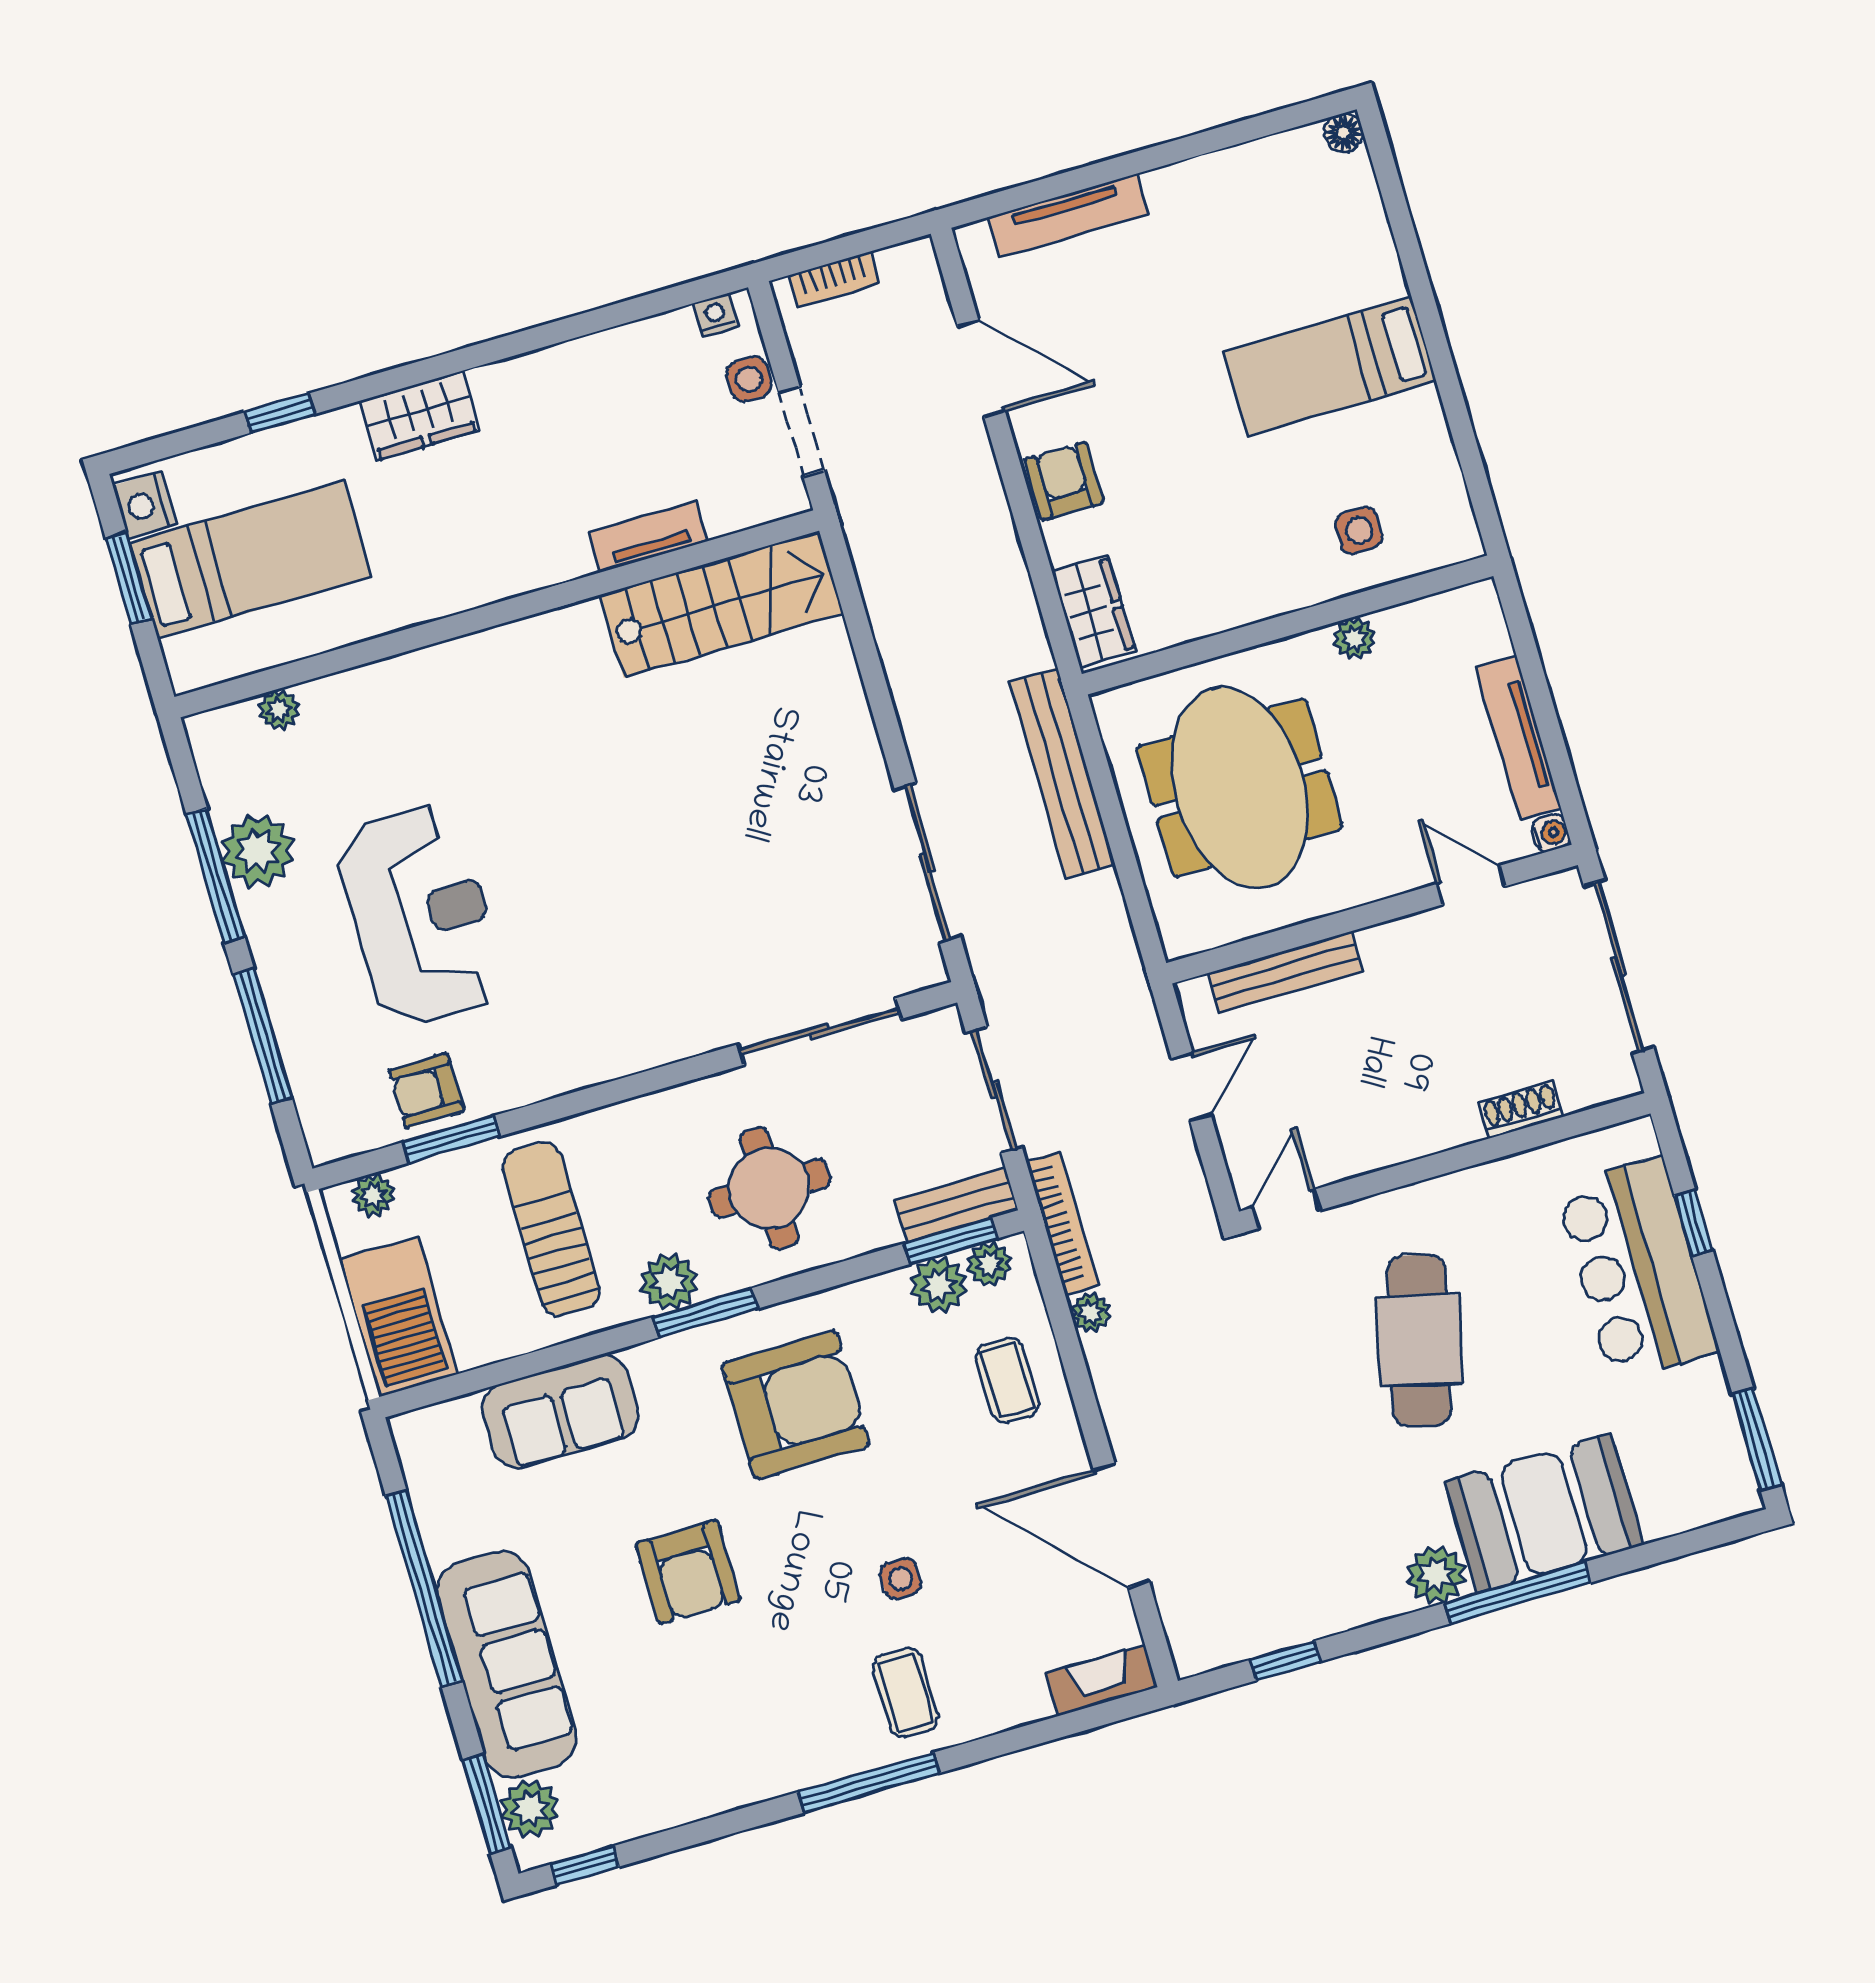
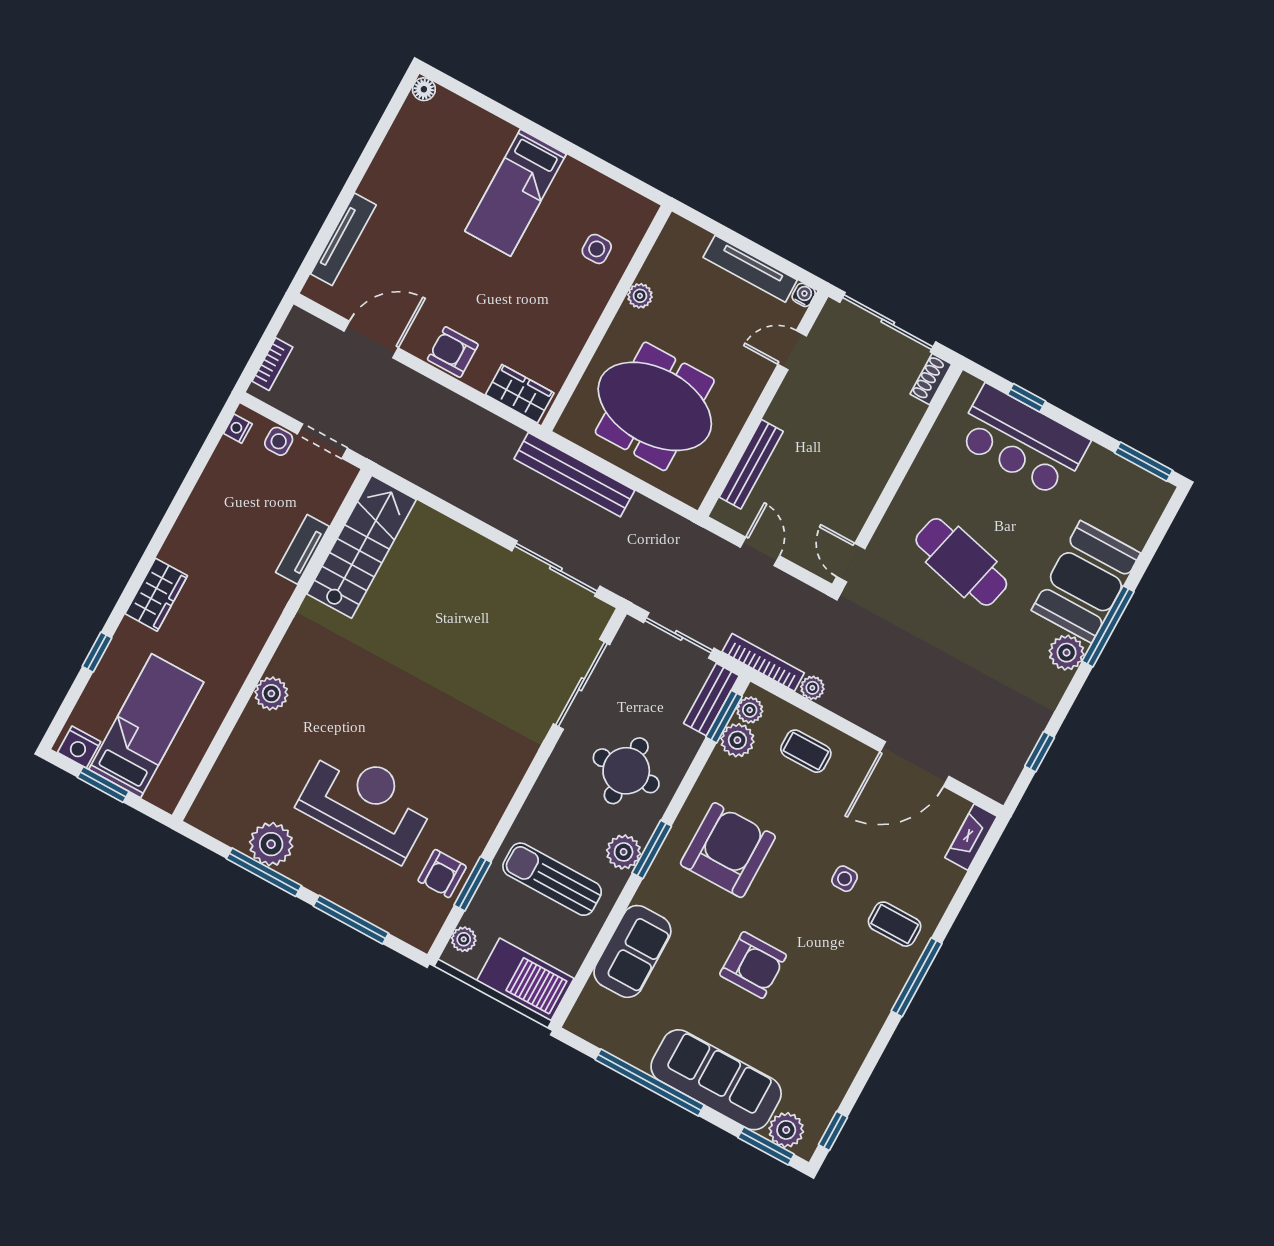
plant: (279, 710) -> (271, 693), moved, width x1.38, depth x1.38
shoe rack: (1521, 1110) -> (931, 379), moved

